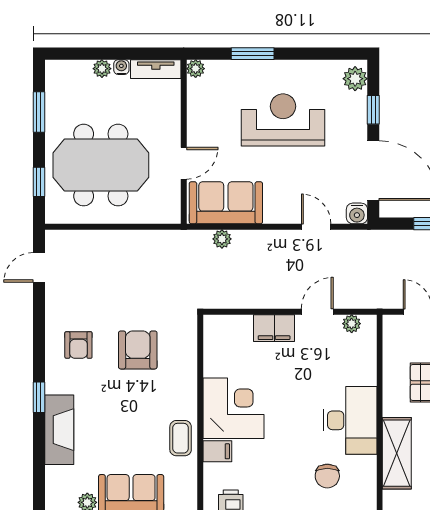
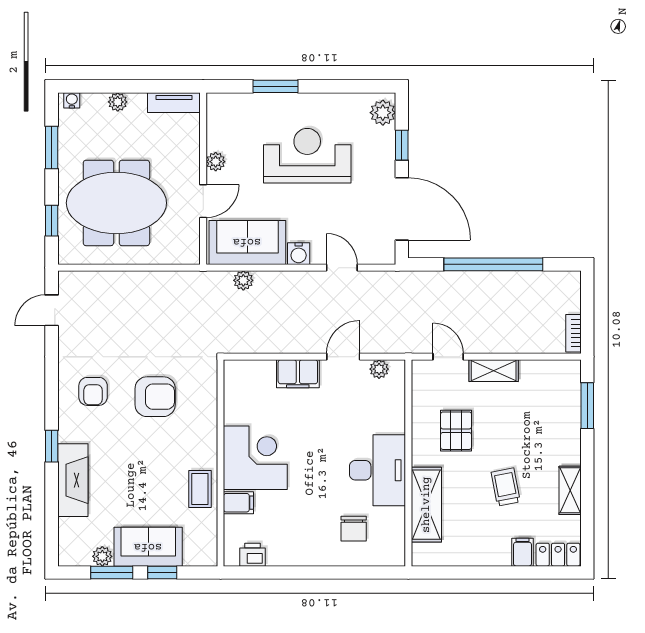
water cooler: (121, 67) -> (72, 100), moved
plant: (196, 69) -> (216, 162), moved
water cooler: (357, 213) -> (299, 254), moved
armchair: (138, 350) -> (155, 397), turned 90

